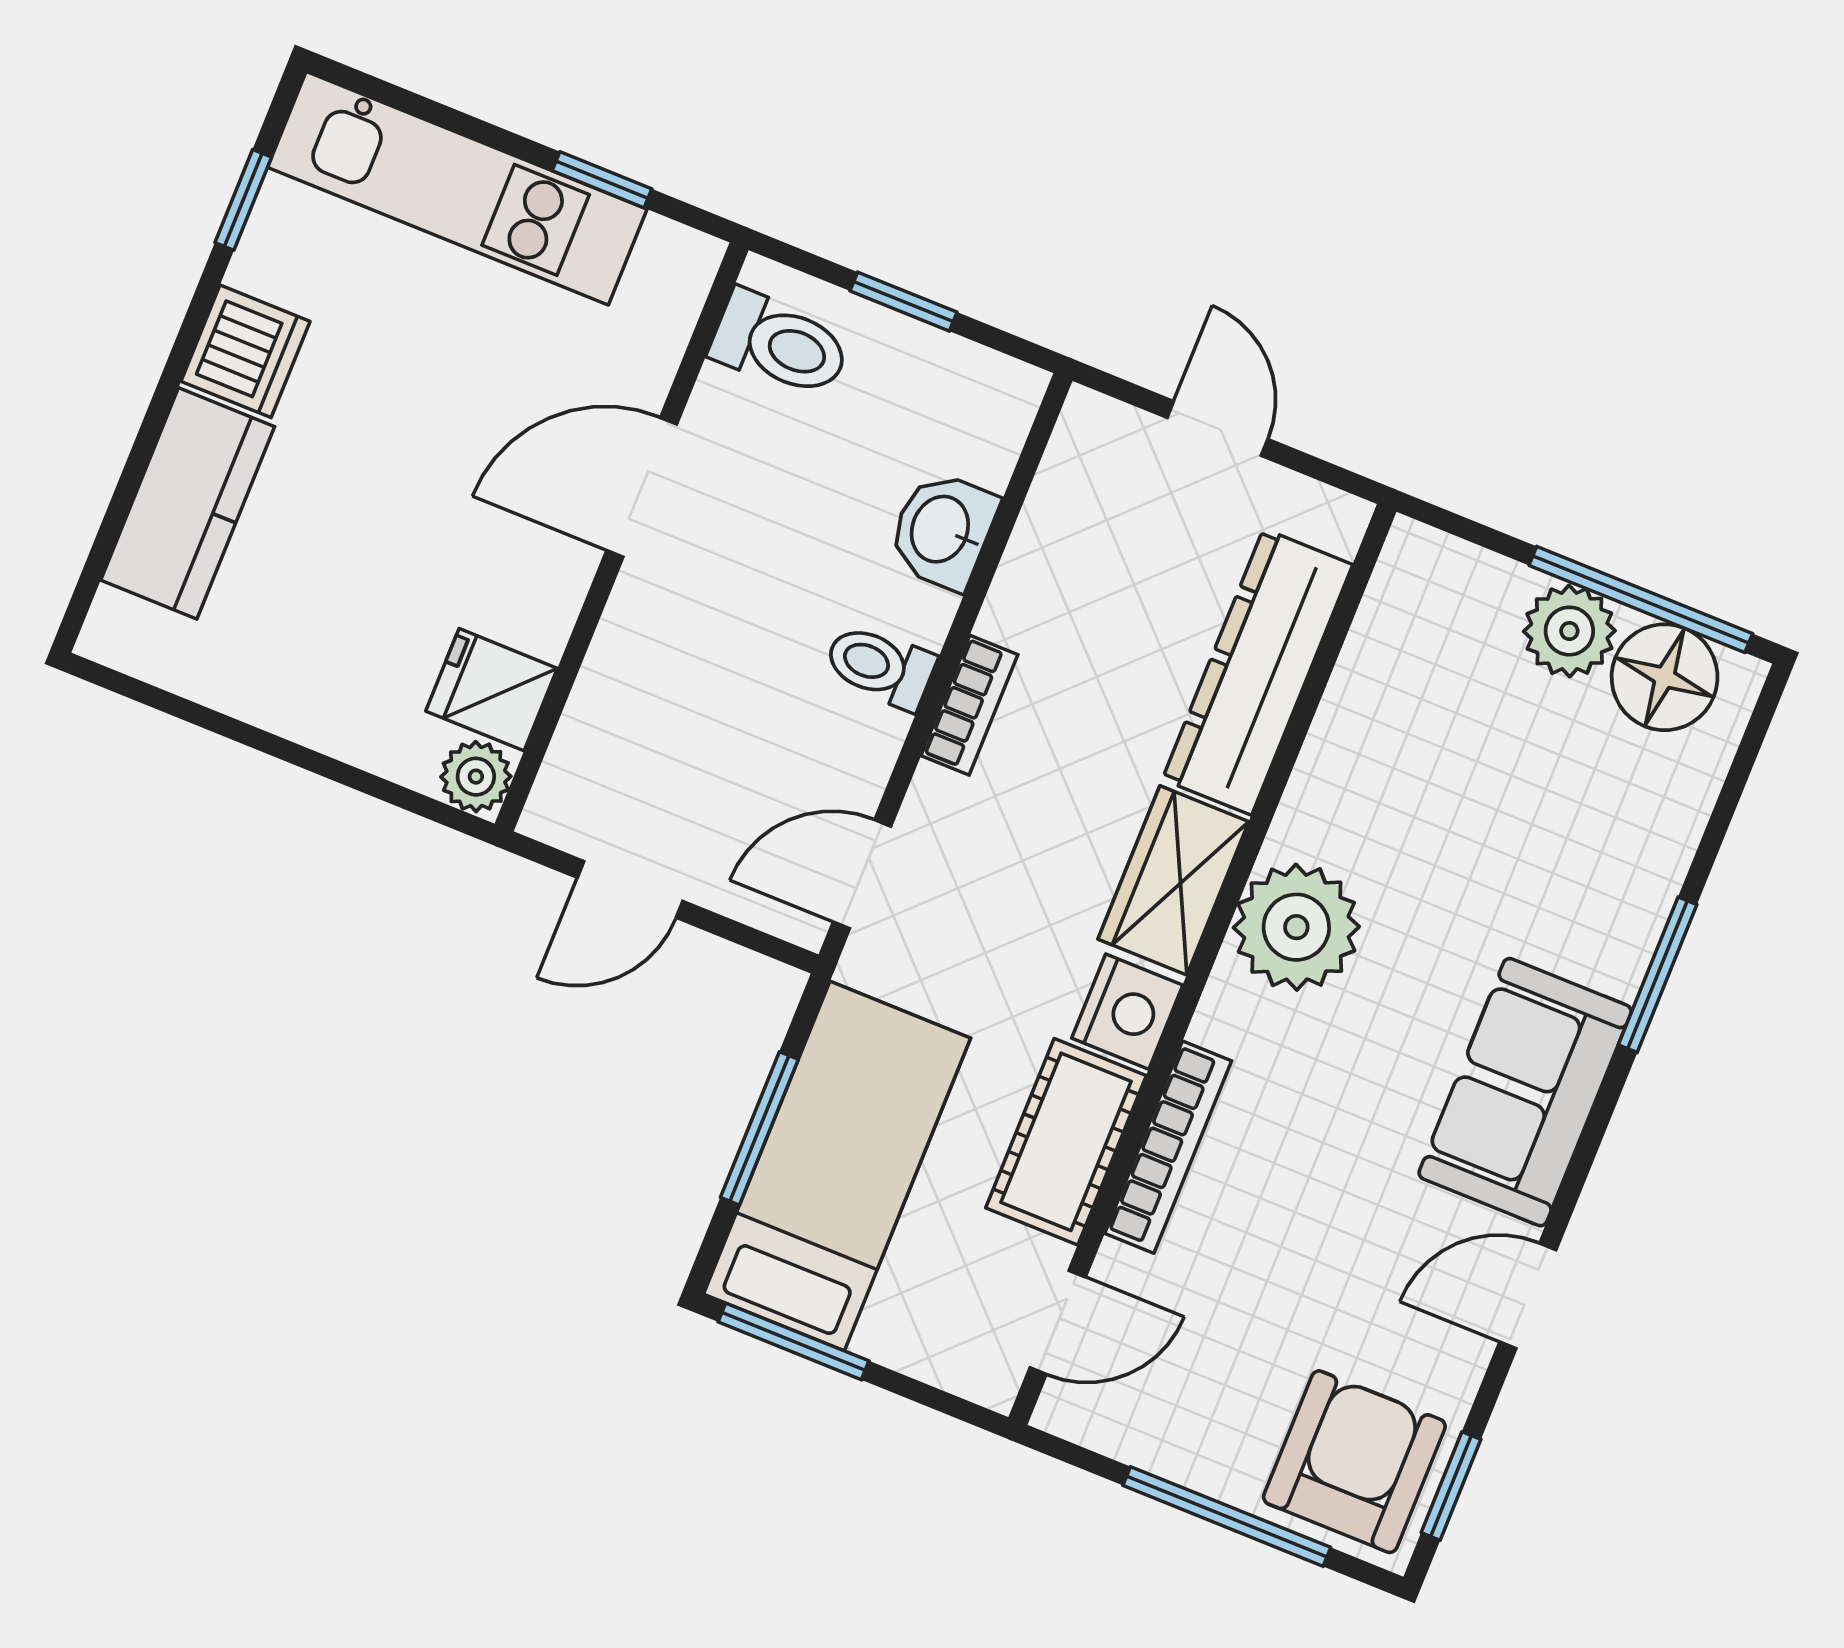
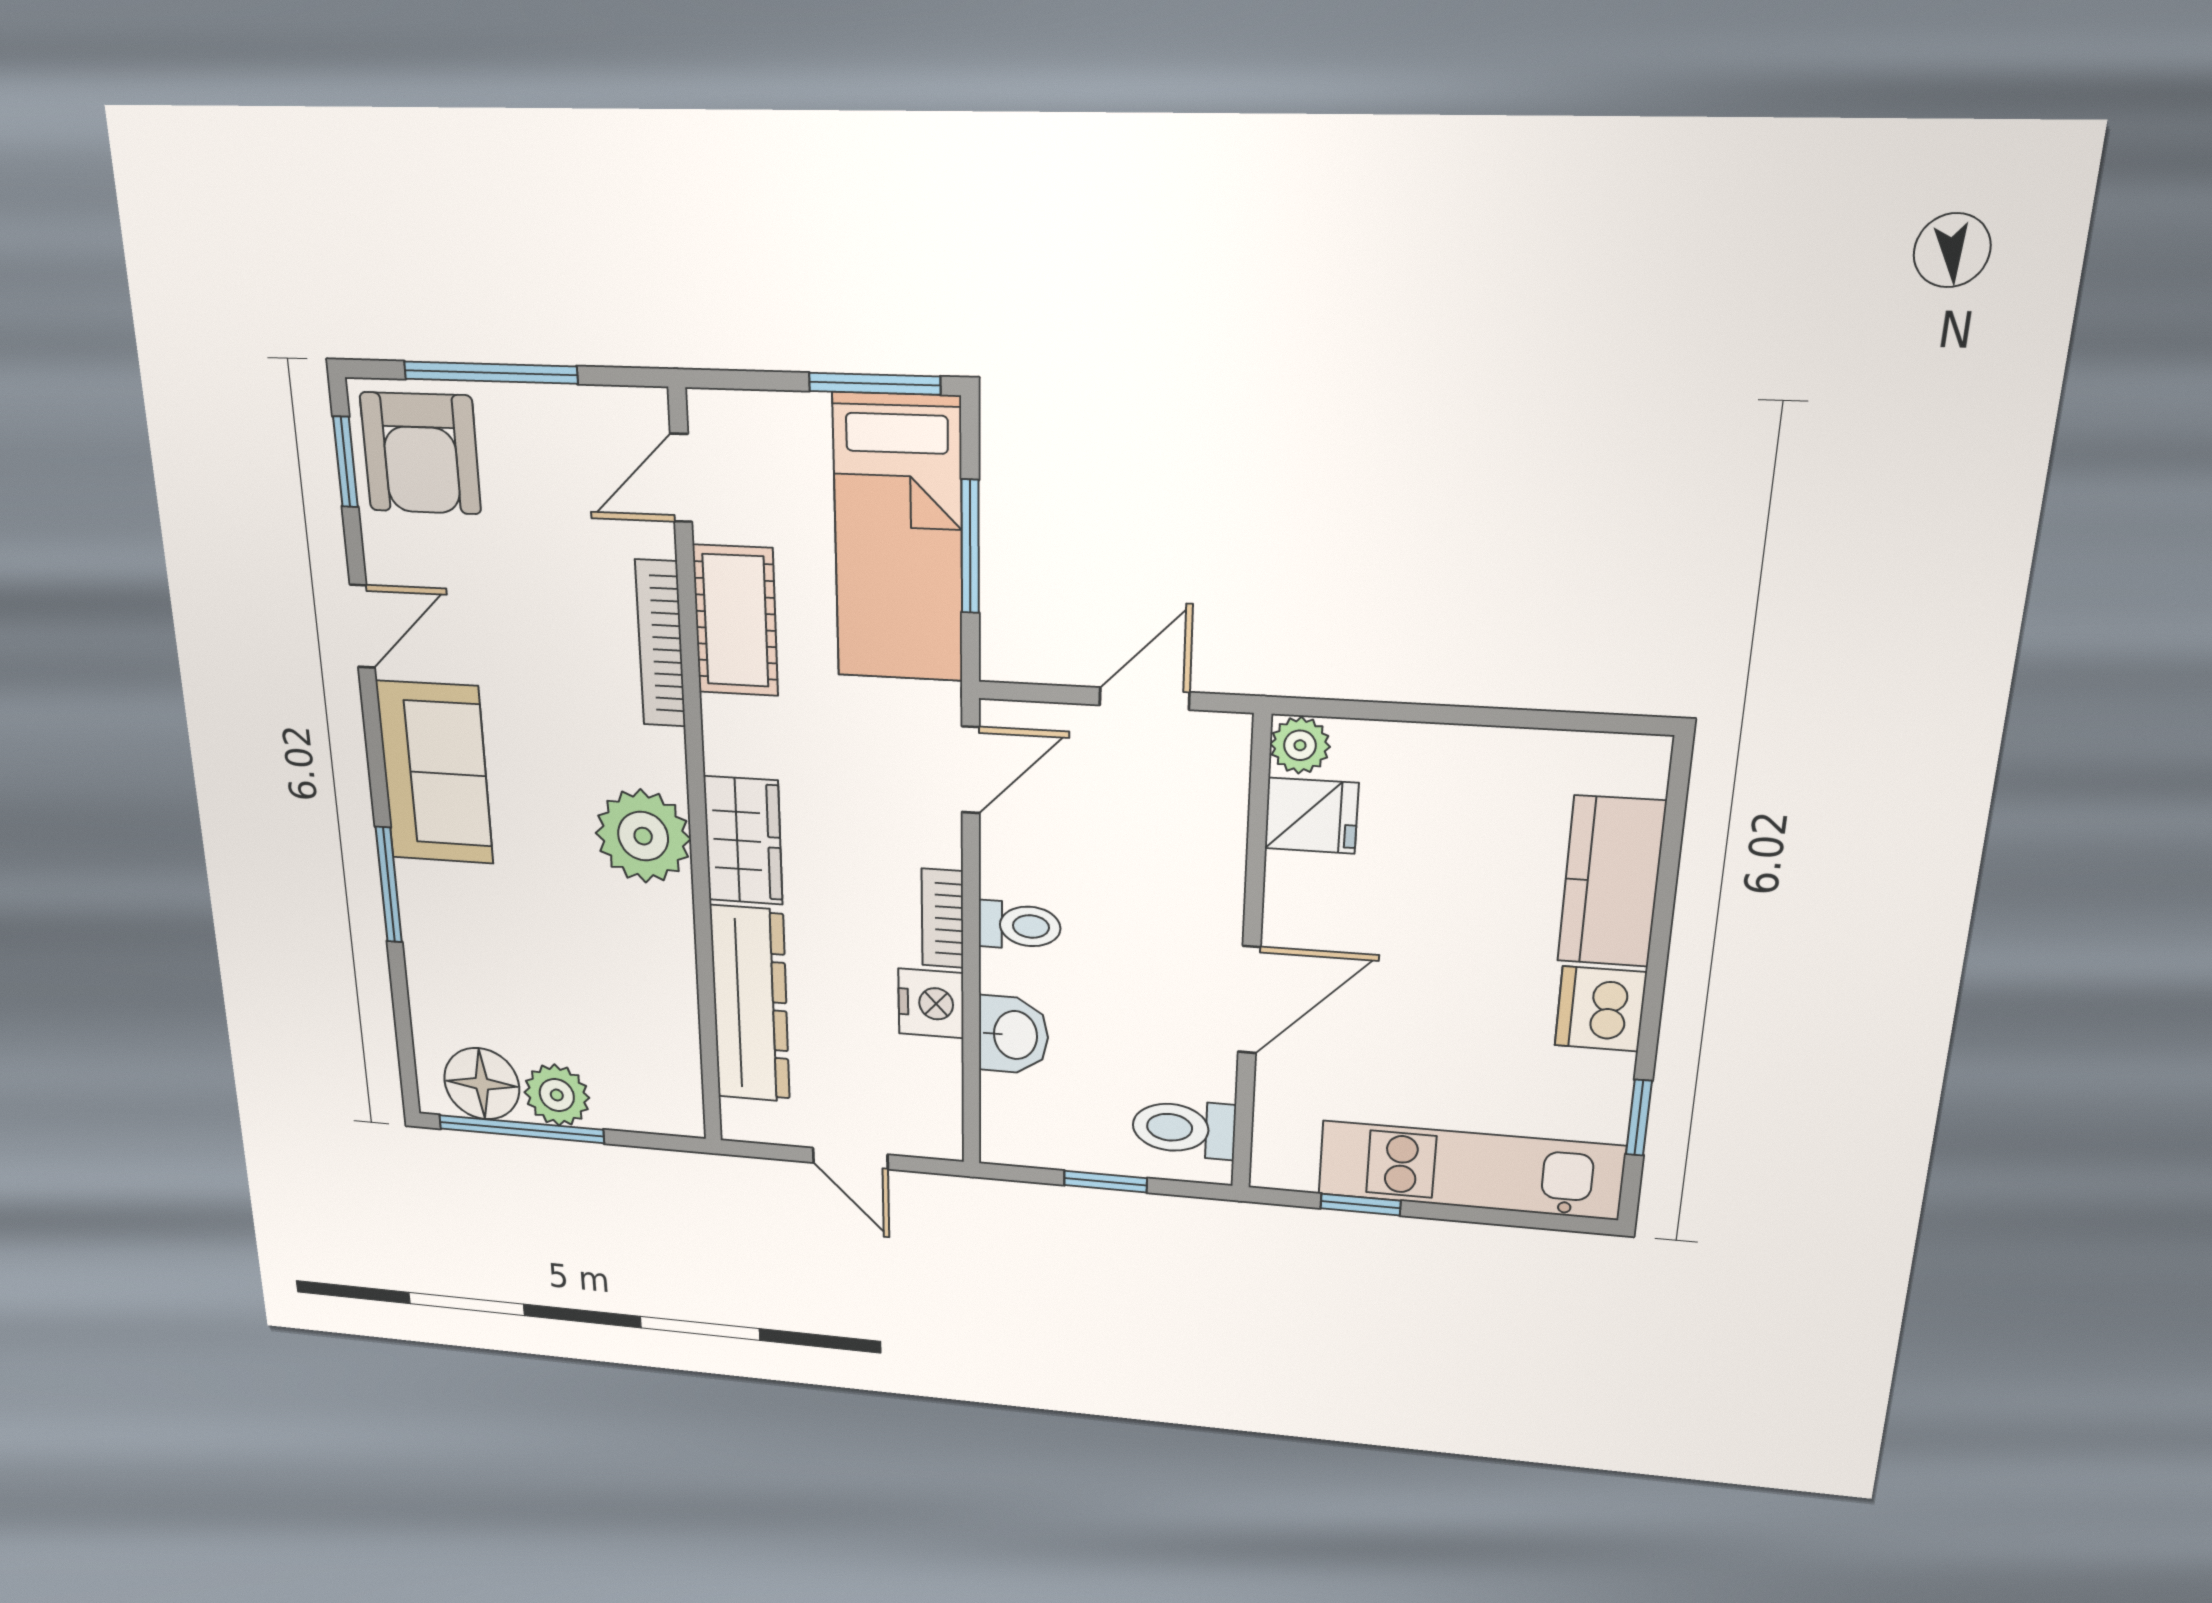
nightstand: (1127, 1012) -> (931, 1003), moved, turned 180

